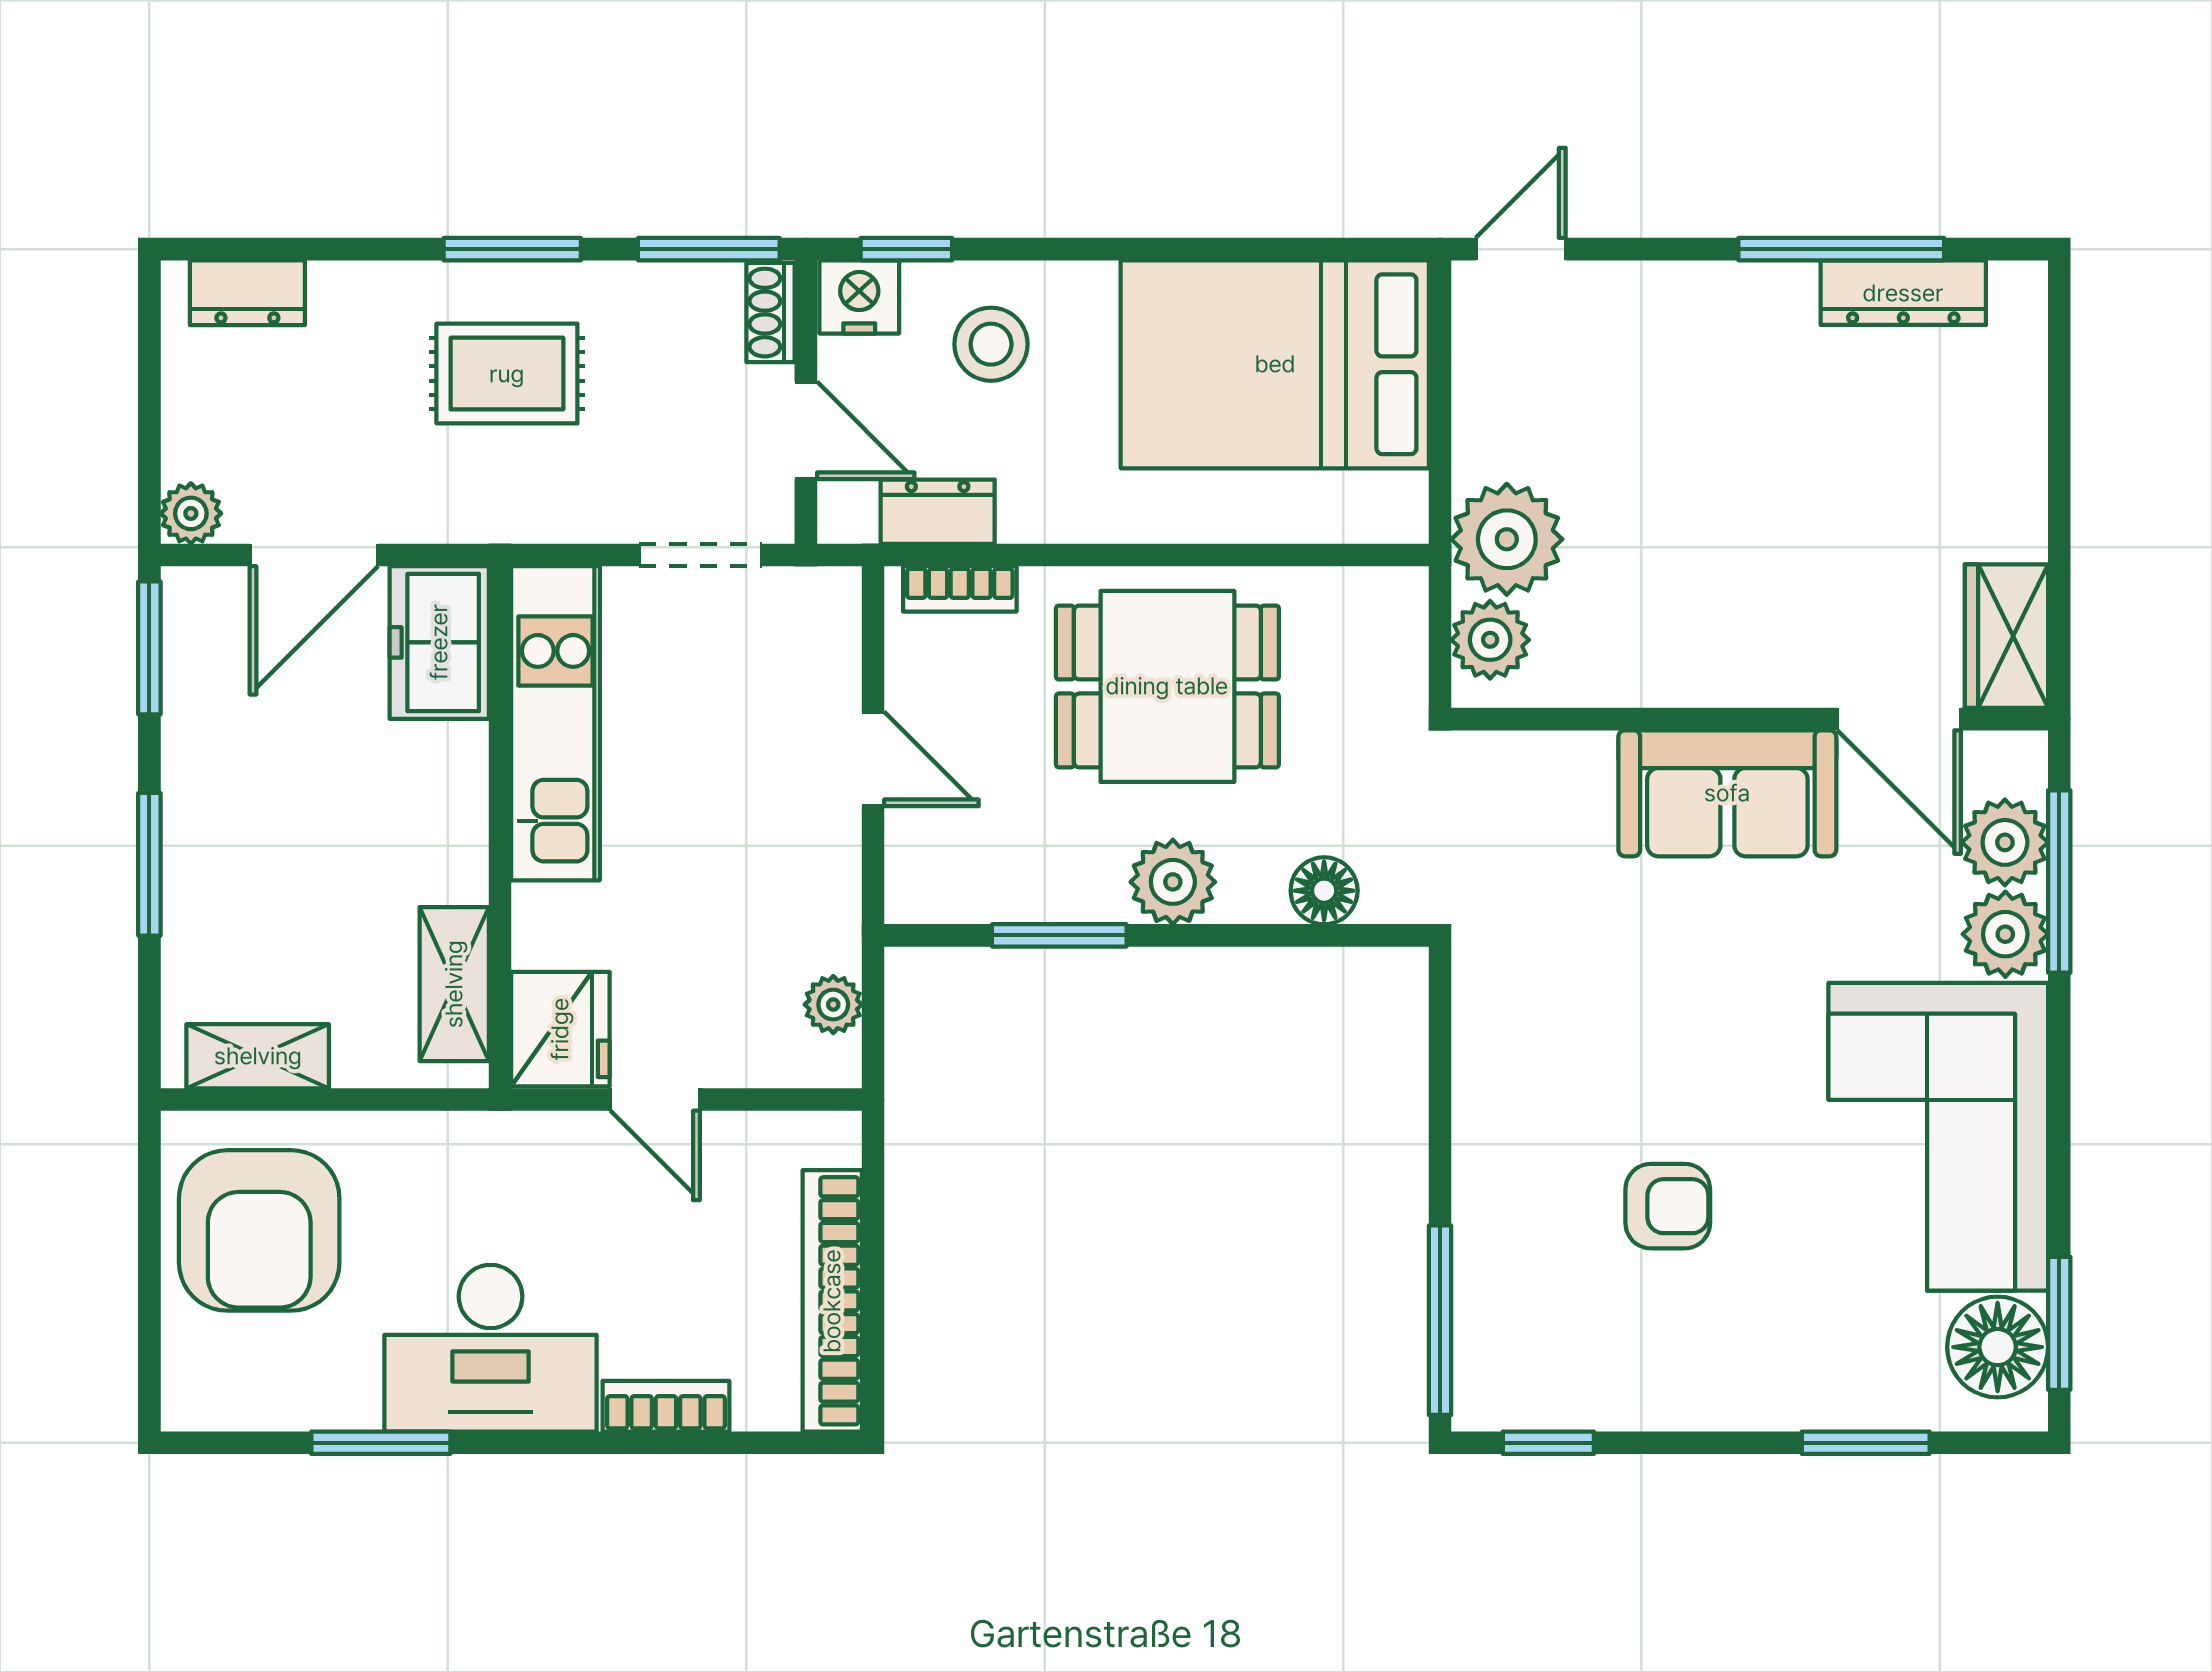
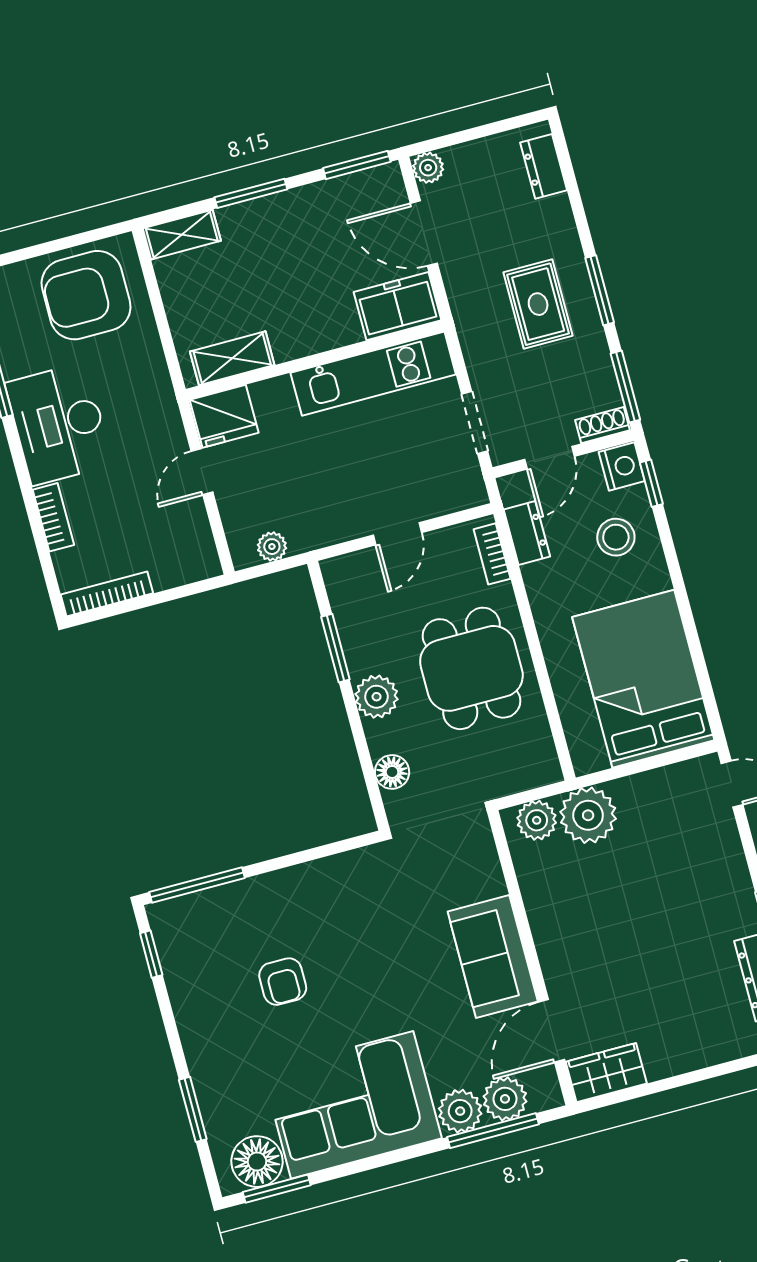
shelving: (258, 1056) -> (182, 235), moved, turned 90
bookcase: (832, 1301) -> (107, 594), width x0.68, depth x0.76

